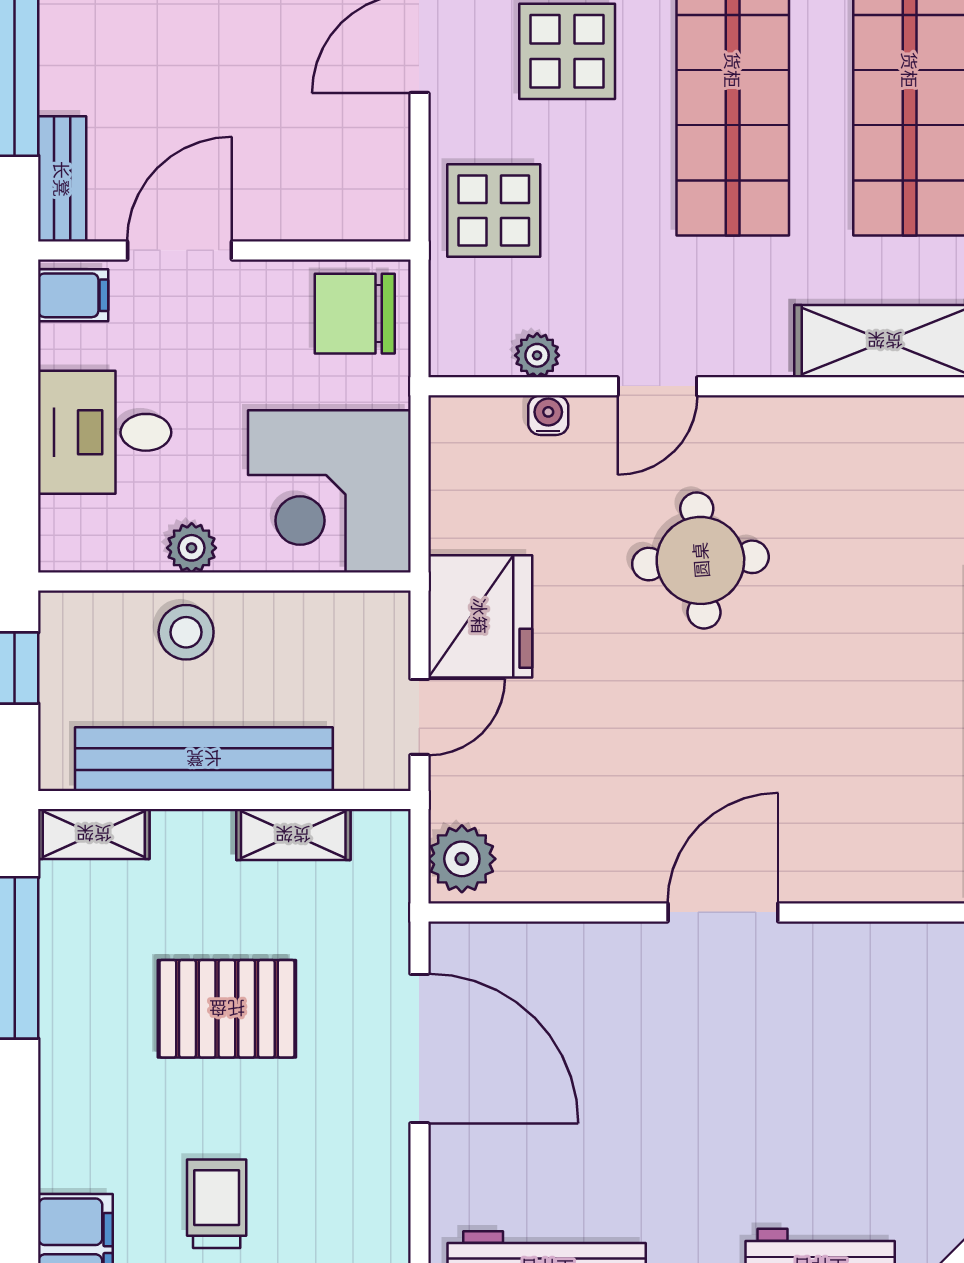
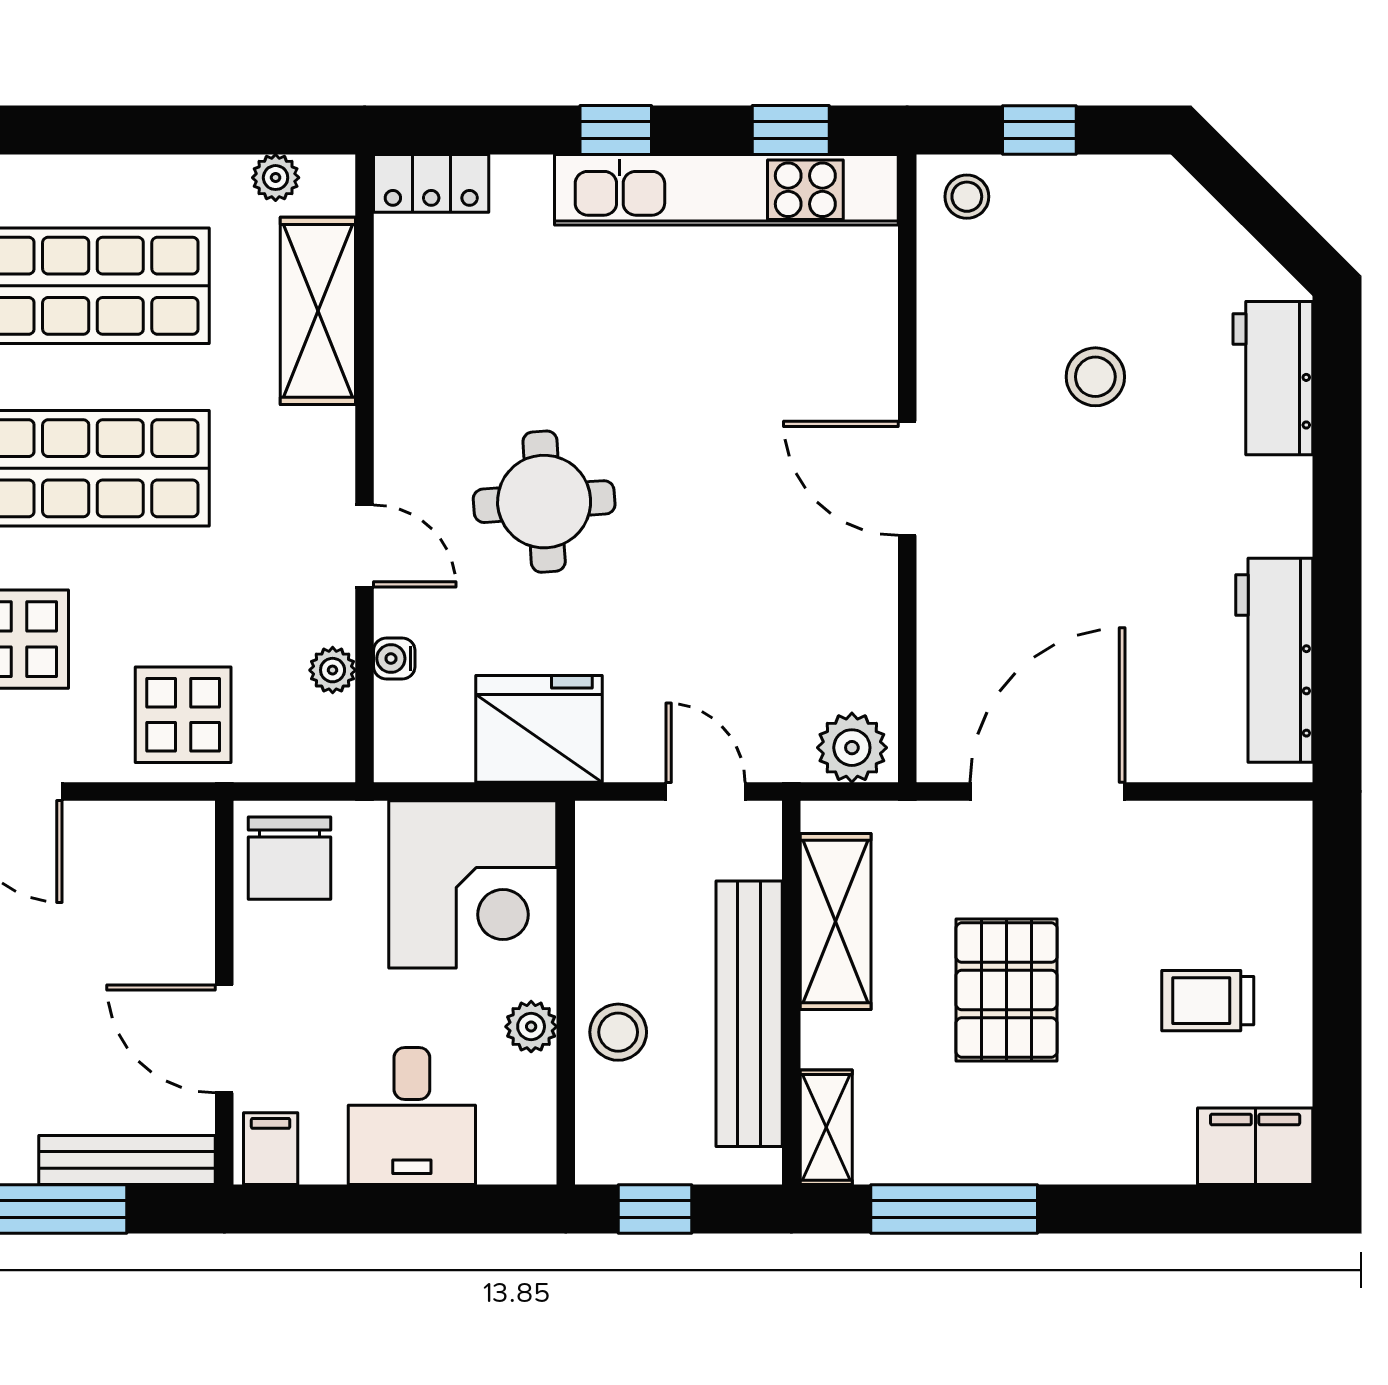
bench: (62, 179) -> (127, 1160), width x1.36
fridge: (480, 616) -> (539, 729), moved
shelving: (293, 835) -> (836, 921), width x1.50, depth x1.33
stool: (821, 1095) -> (1095, 377), added

